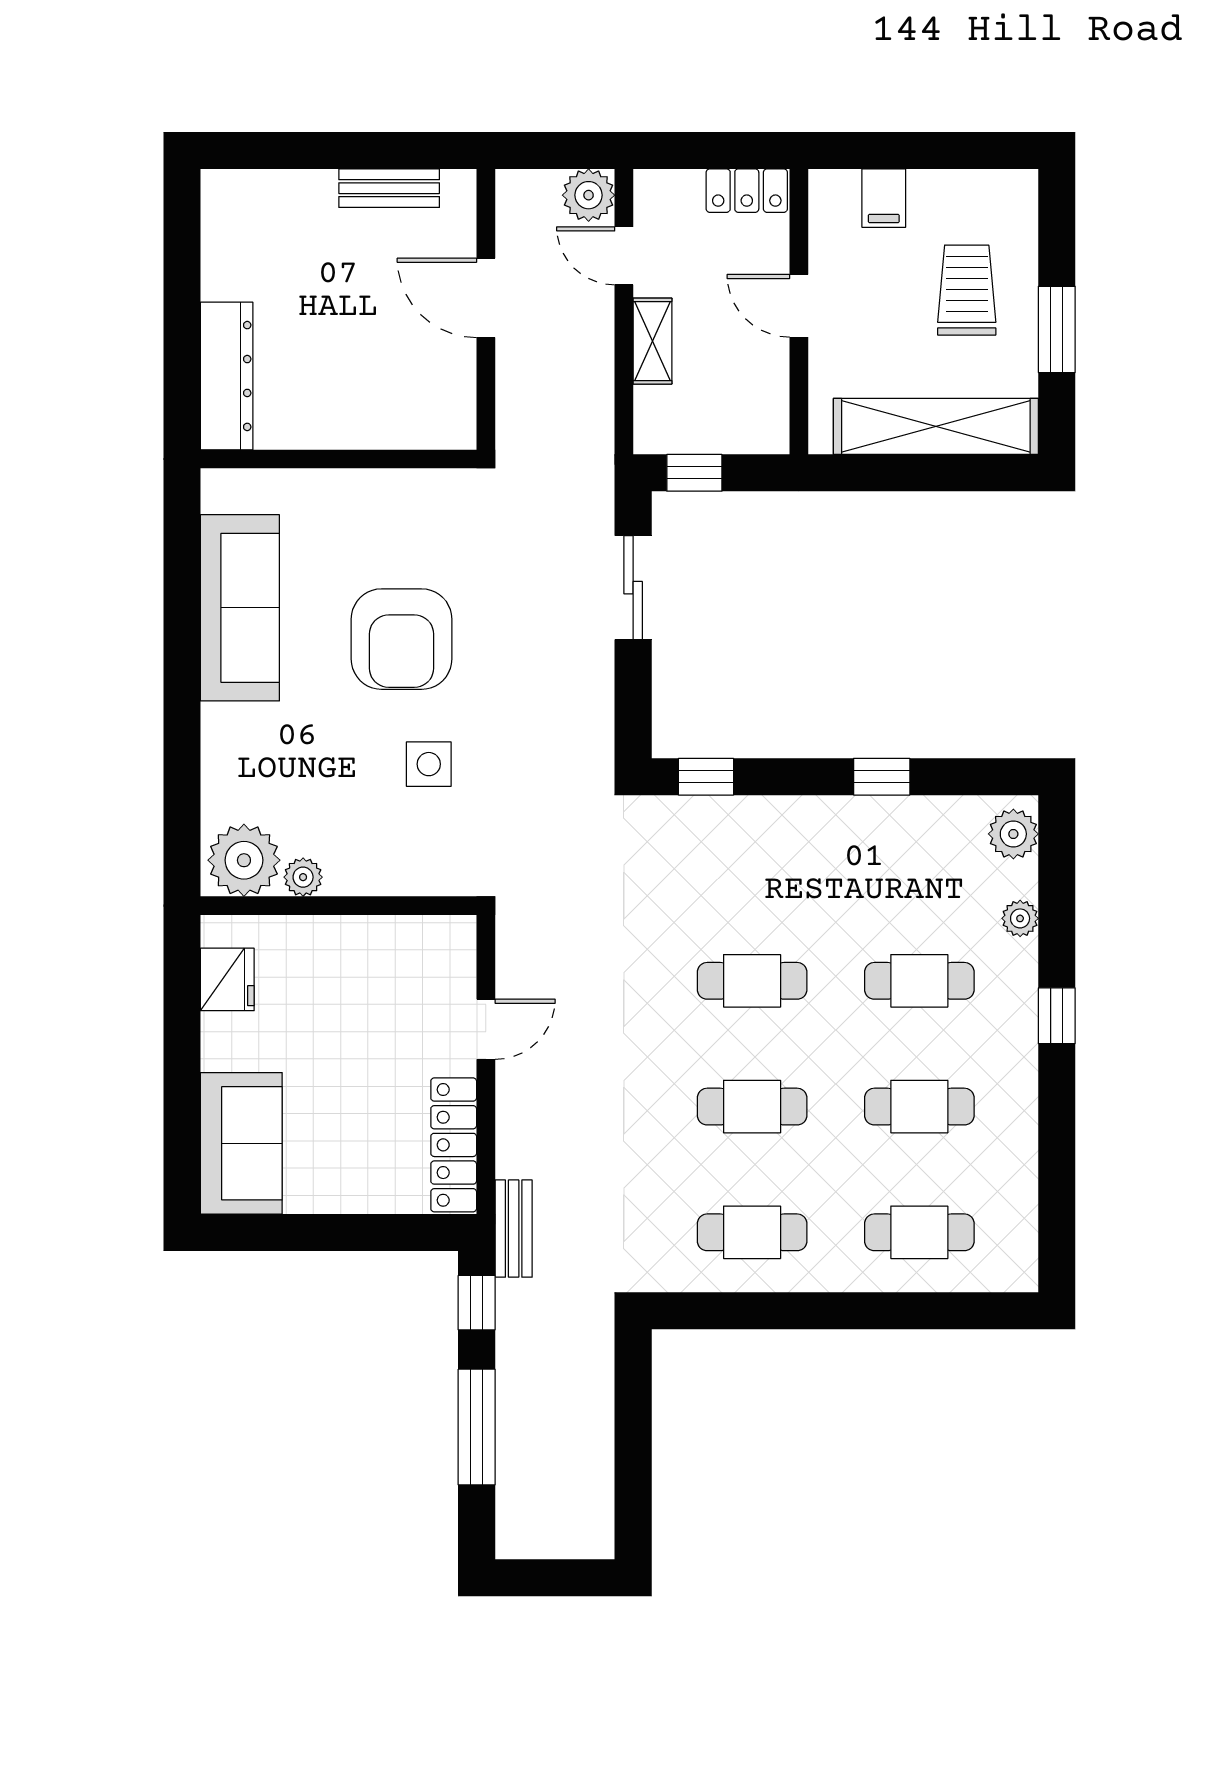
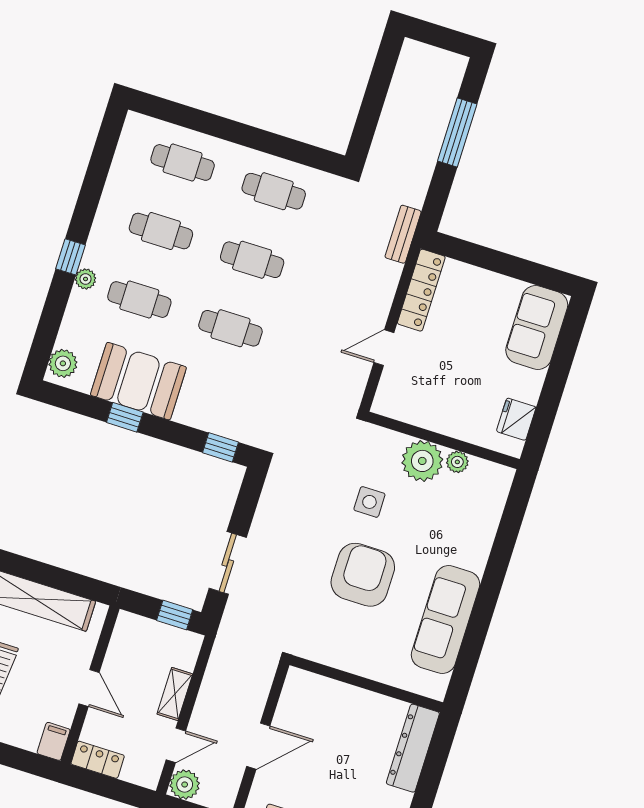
filing cabinet: (884, 198) -> (54, 741), moved
door: (624, 256) -> (176, 745), hinge flipped
door: (486, 298) -> (258, 746), hinge flipped
booth: (878, 844) -> (138, 381), added
plant: (244, 860) -> (422, 461), moved
plant: (1020, 918) -> (86, 279), moved
window: (477, 1303) -> (436, 200), removed

